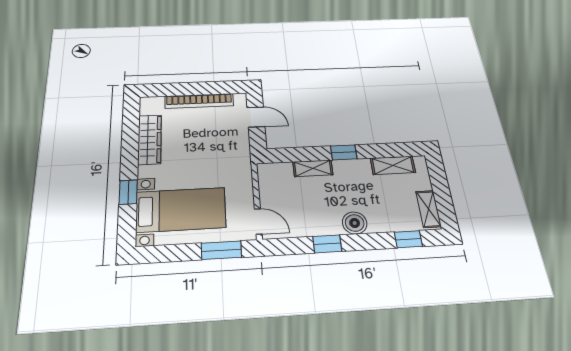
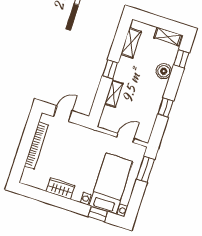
wardrobe: (150, 139) -> (60, 188), width x0.67
window: (128, 192) -> (98, 214), moved
door: (258, 221) -> (125, 138), moved
boiler: (355, 223) -> (164, 71), moved

